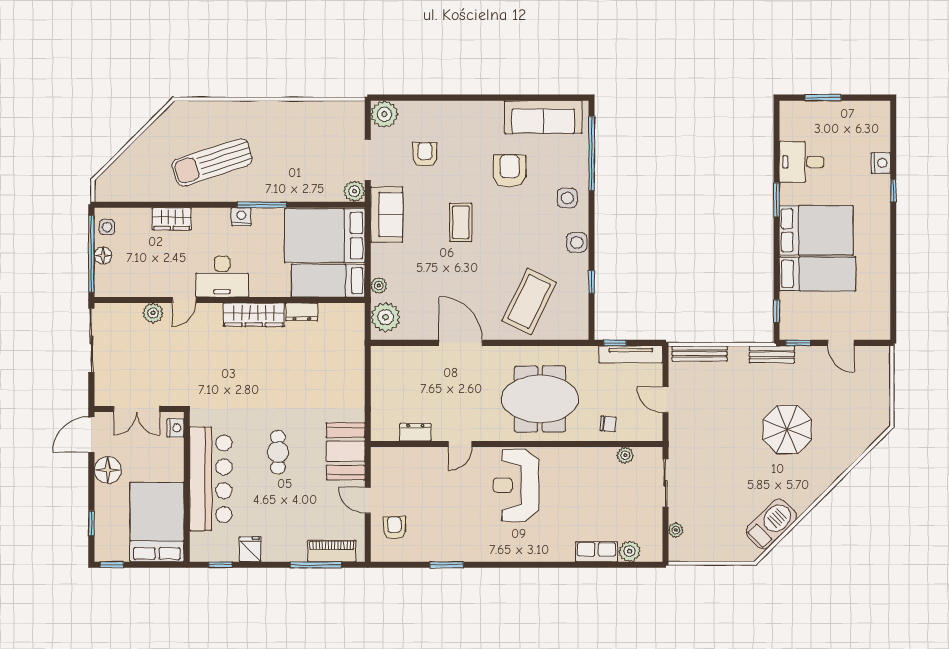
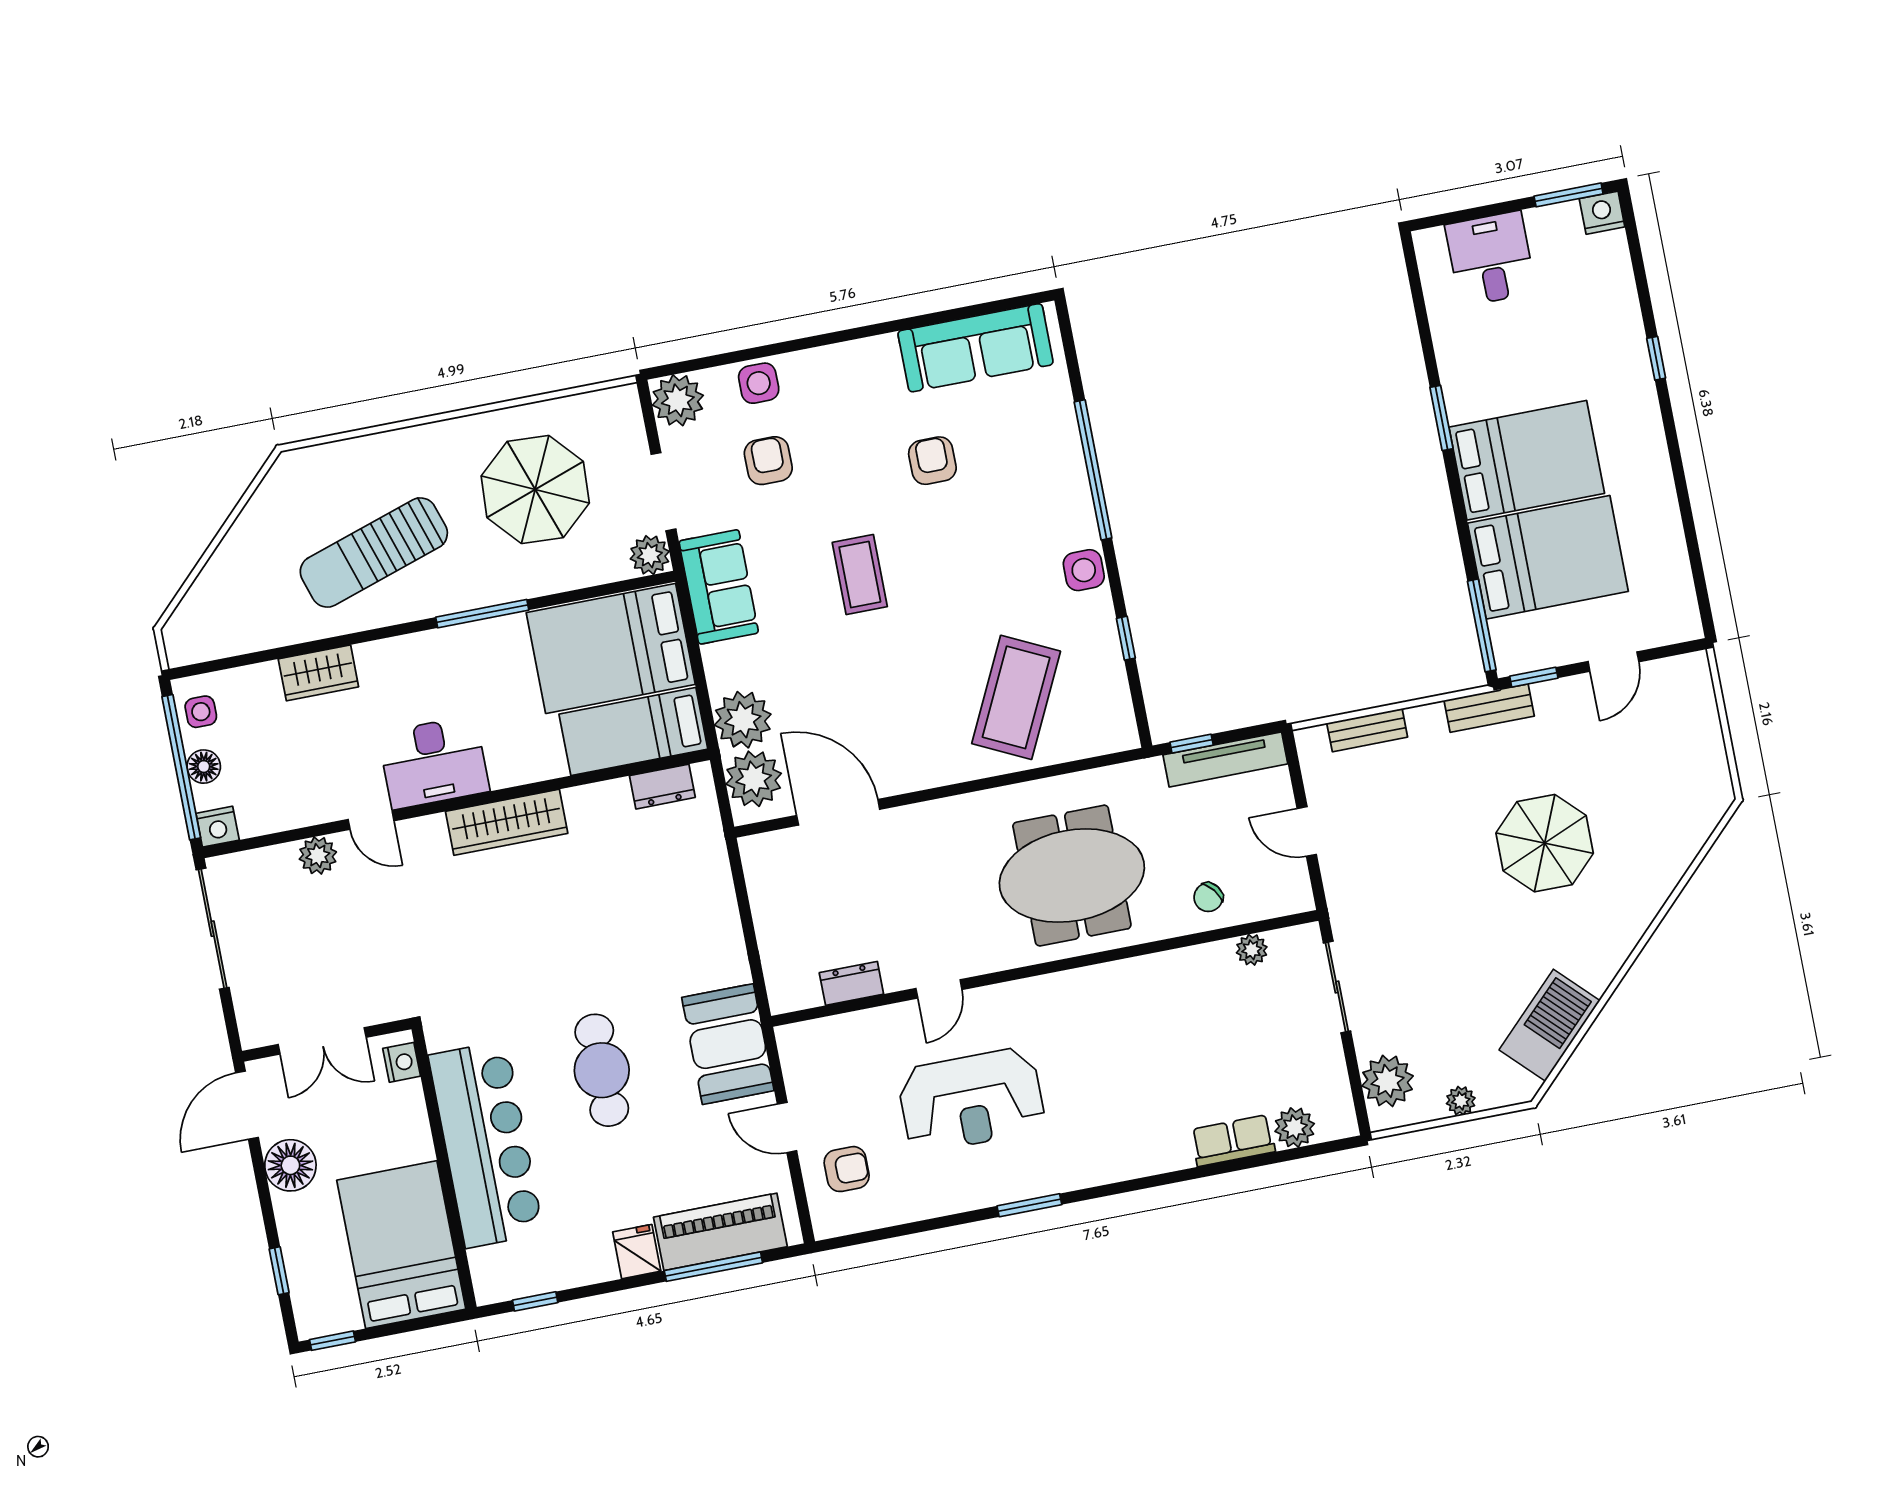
window: (823, 98) -> (1569, 195), moved
parasol: (302, 146) -> (535, 489), added
window: (592, 153) -> (1093, 470), moved
desk: (802, 162) -> (1491, 259), moved, turned 90
nightstand: (881, 163) -> (1602, 213), moved, turned -90
armchair: (510, 171) -> (932, 461), width x0.72, depth x0.72
side table: (567, 198) -> (759, 383), moved
nightstand: (241, 217) -> (218, 827), moved, turned 180
bed: (817, 274) -> (1548, 557), width x1.50
plant: (379, 286) -> (743, 720), width x1.88, depth x1.88
door: (184, 300) -> (371, 820), hinge flipped
window: (776, 311) -> (1482, 625), width x2.17
dresser: (302, 312) -> (662, 787), moved
door: (461, 343) -> (838, 812), moved
door: (841, 343) -> (1613, 662), hinge flipped
bench: (700, 353) -> (1367, 730), width x0.73
chair: (608, 424) -> (1208, 897), turned 138
cafe table: (278, 452) -> (602, 1070), width x1.37, depth x1.35
reception desk: (516, 485) -> (971, 1100), moved, turned -90
armchair: (394, 528) -> (847, 1169), turned 92
plant: (676, 530) -> (1388, 1081), width x1.88, depth x1.88
fridge: (250, 549) -> (637, 1252), moved
piano: (332, 551) -> (720, 1232), width x1.37, depth x1.33
plant: (718, 554) -> (1461, 1101), added
window: (447, 565) -> (1029, 1205), moved

